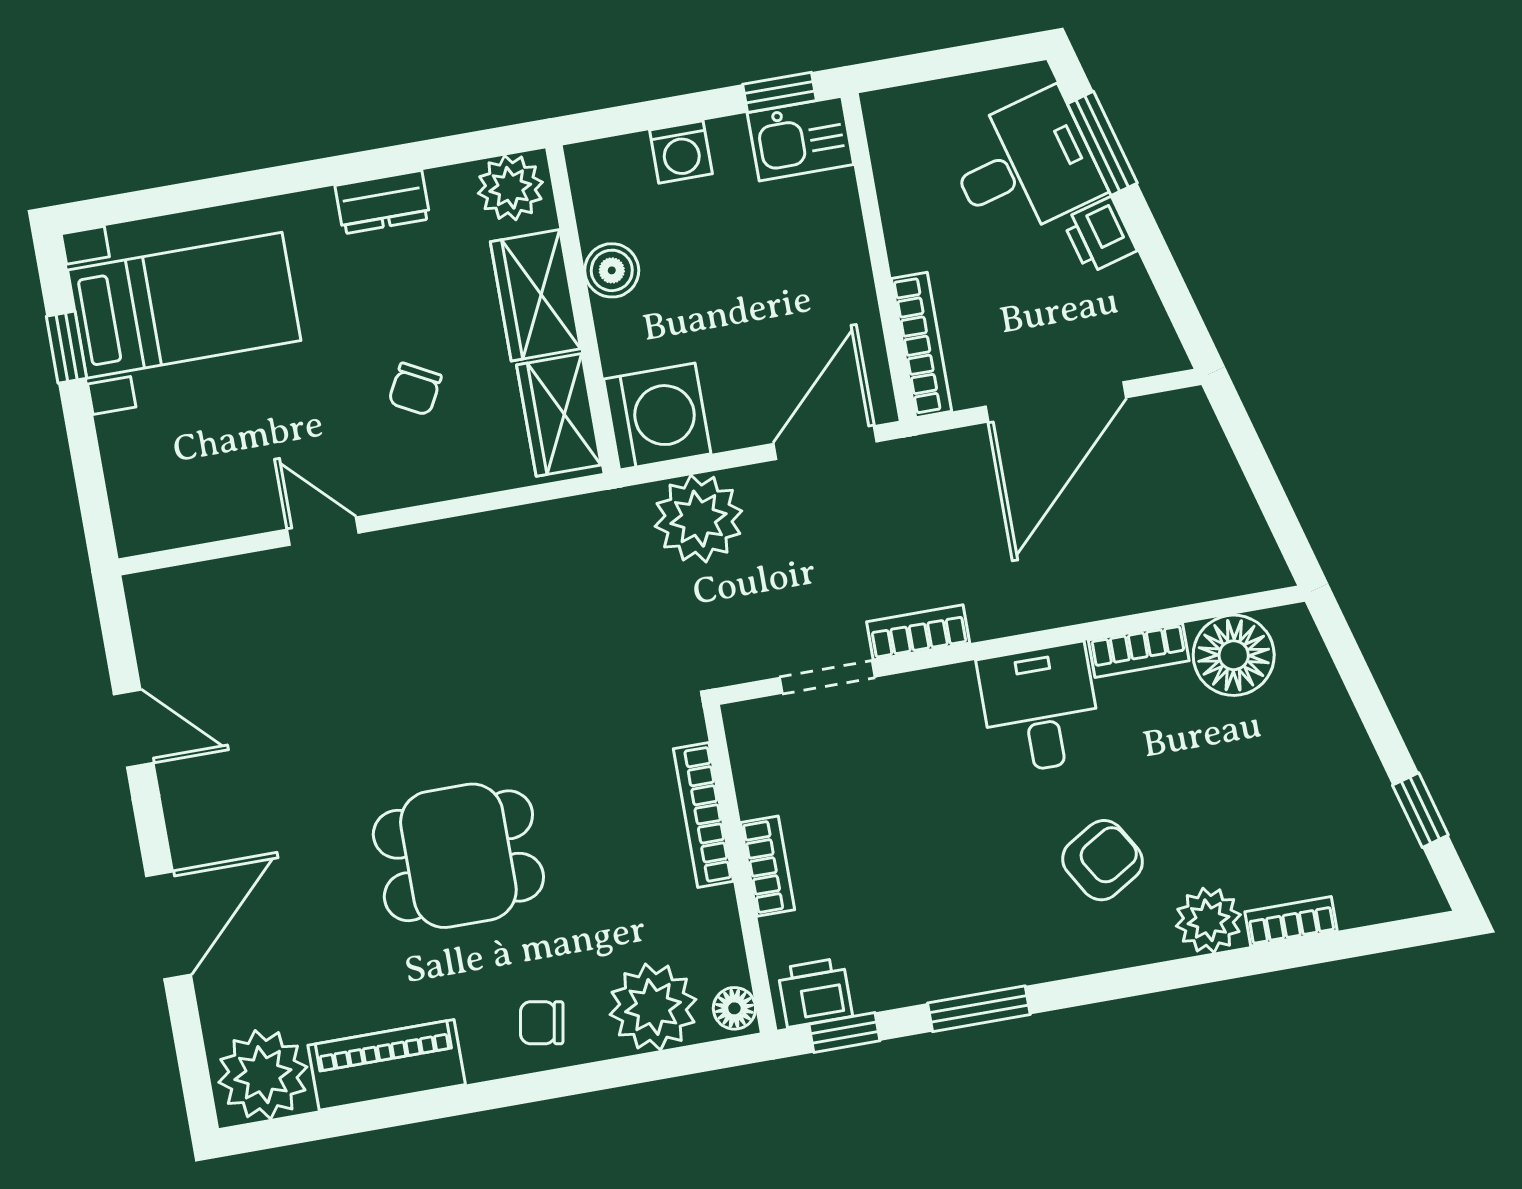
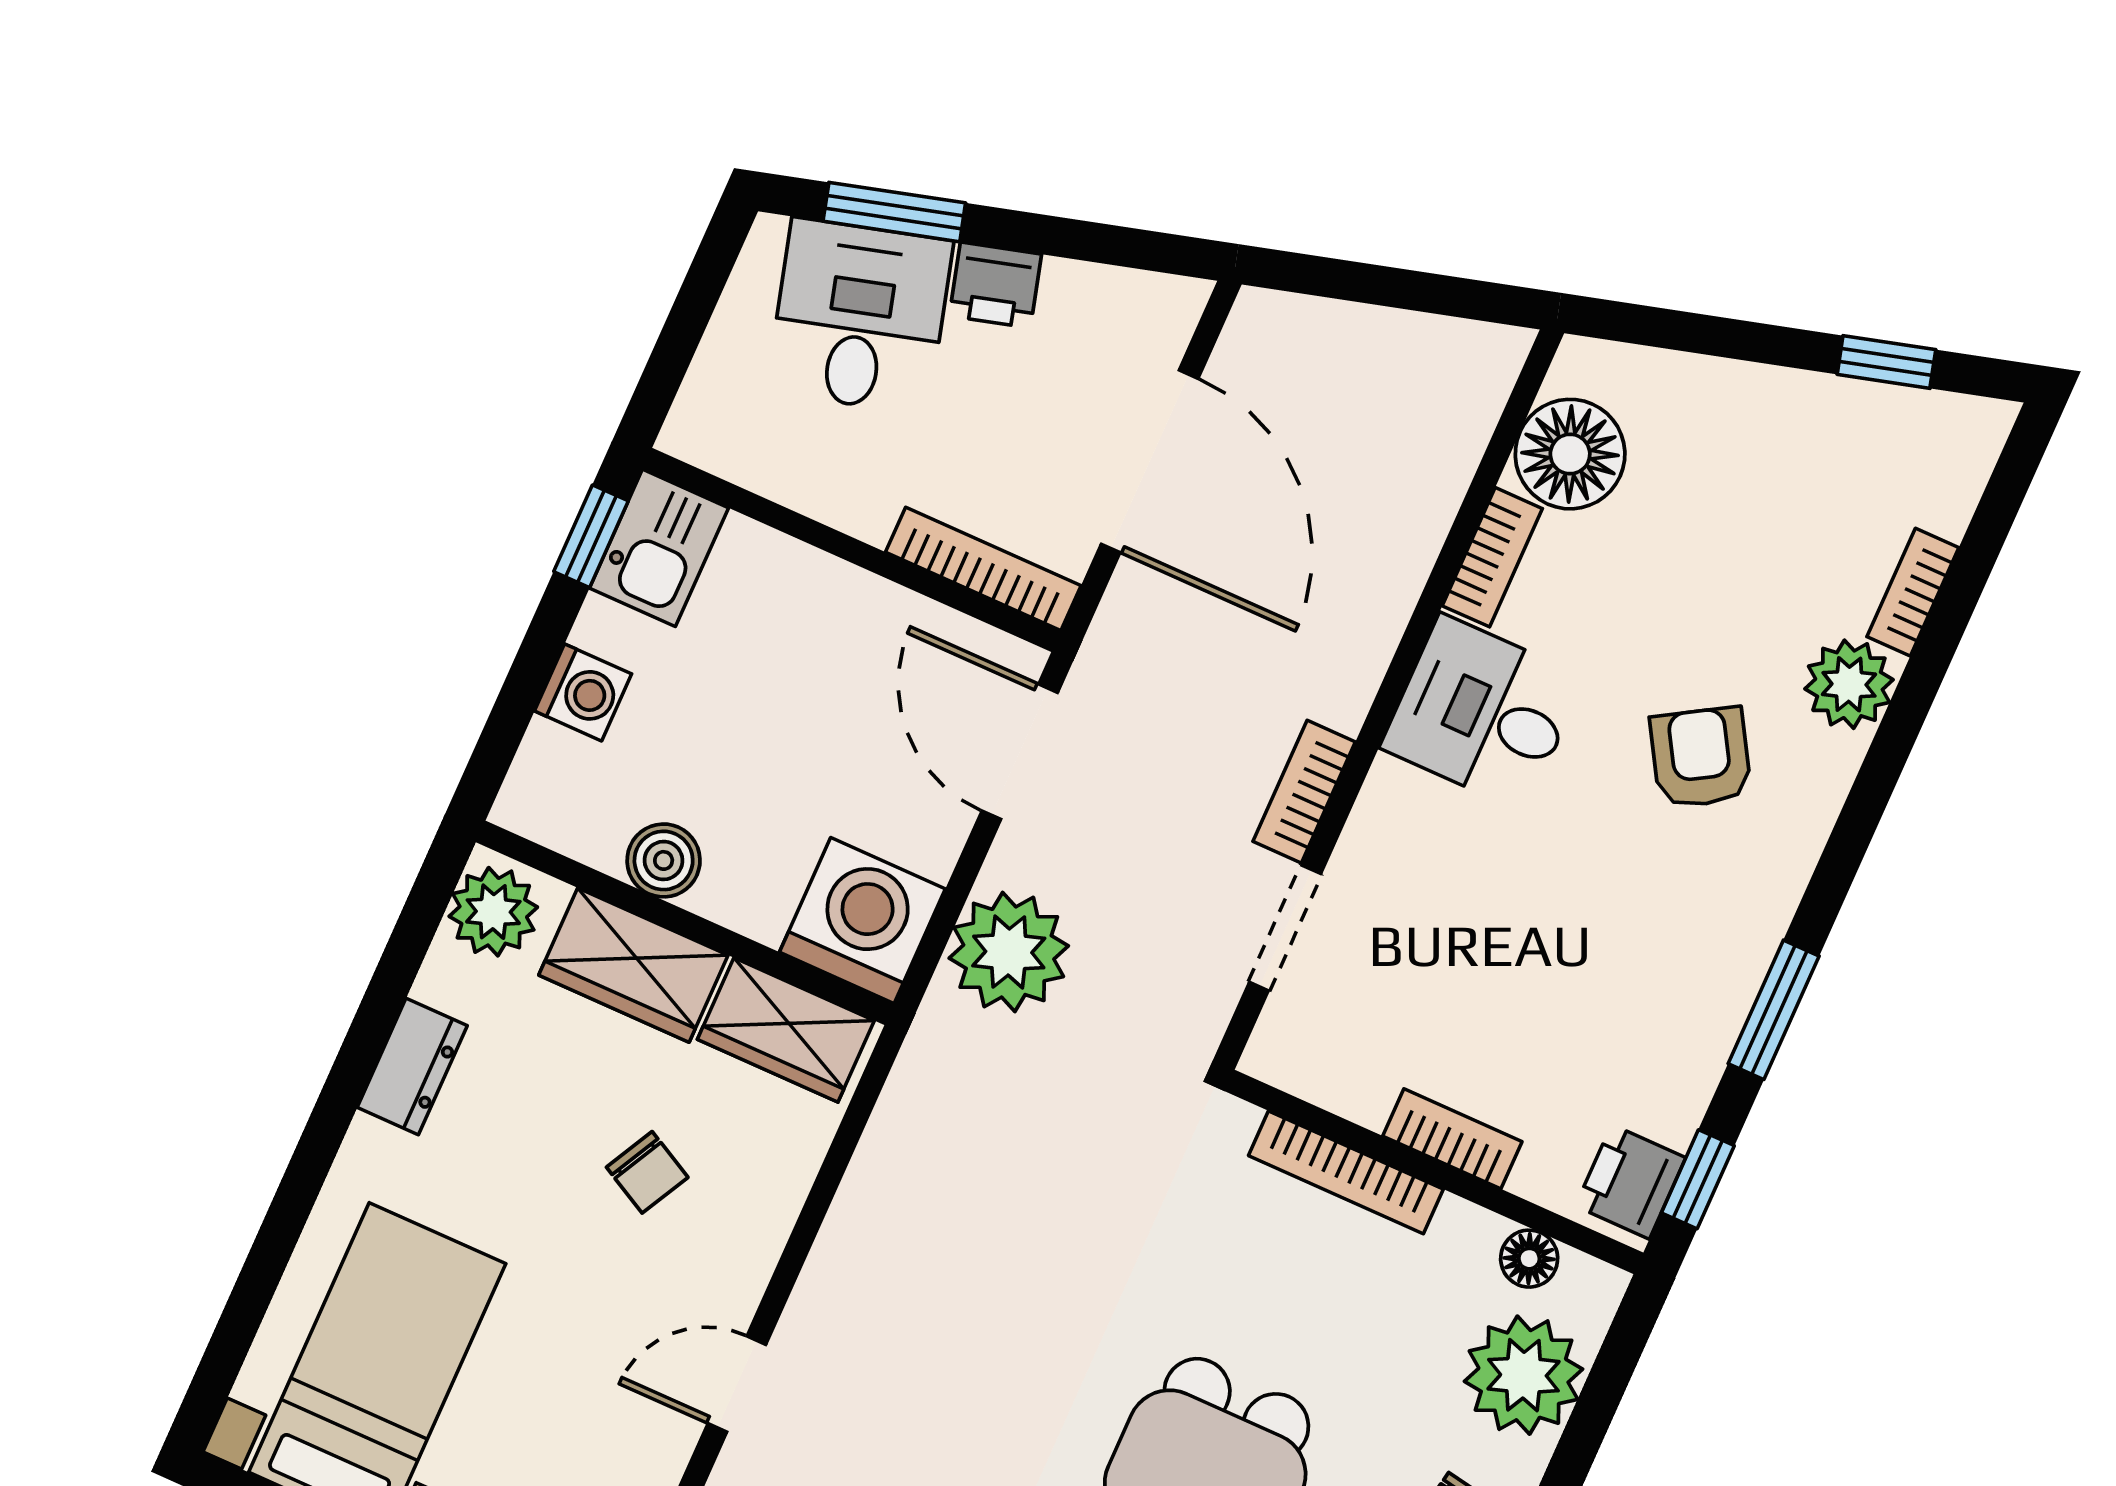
floor lamp: (734, 1008) -> (1529, 1259), moved

